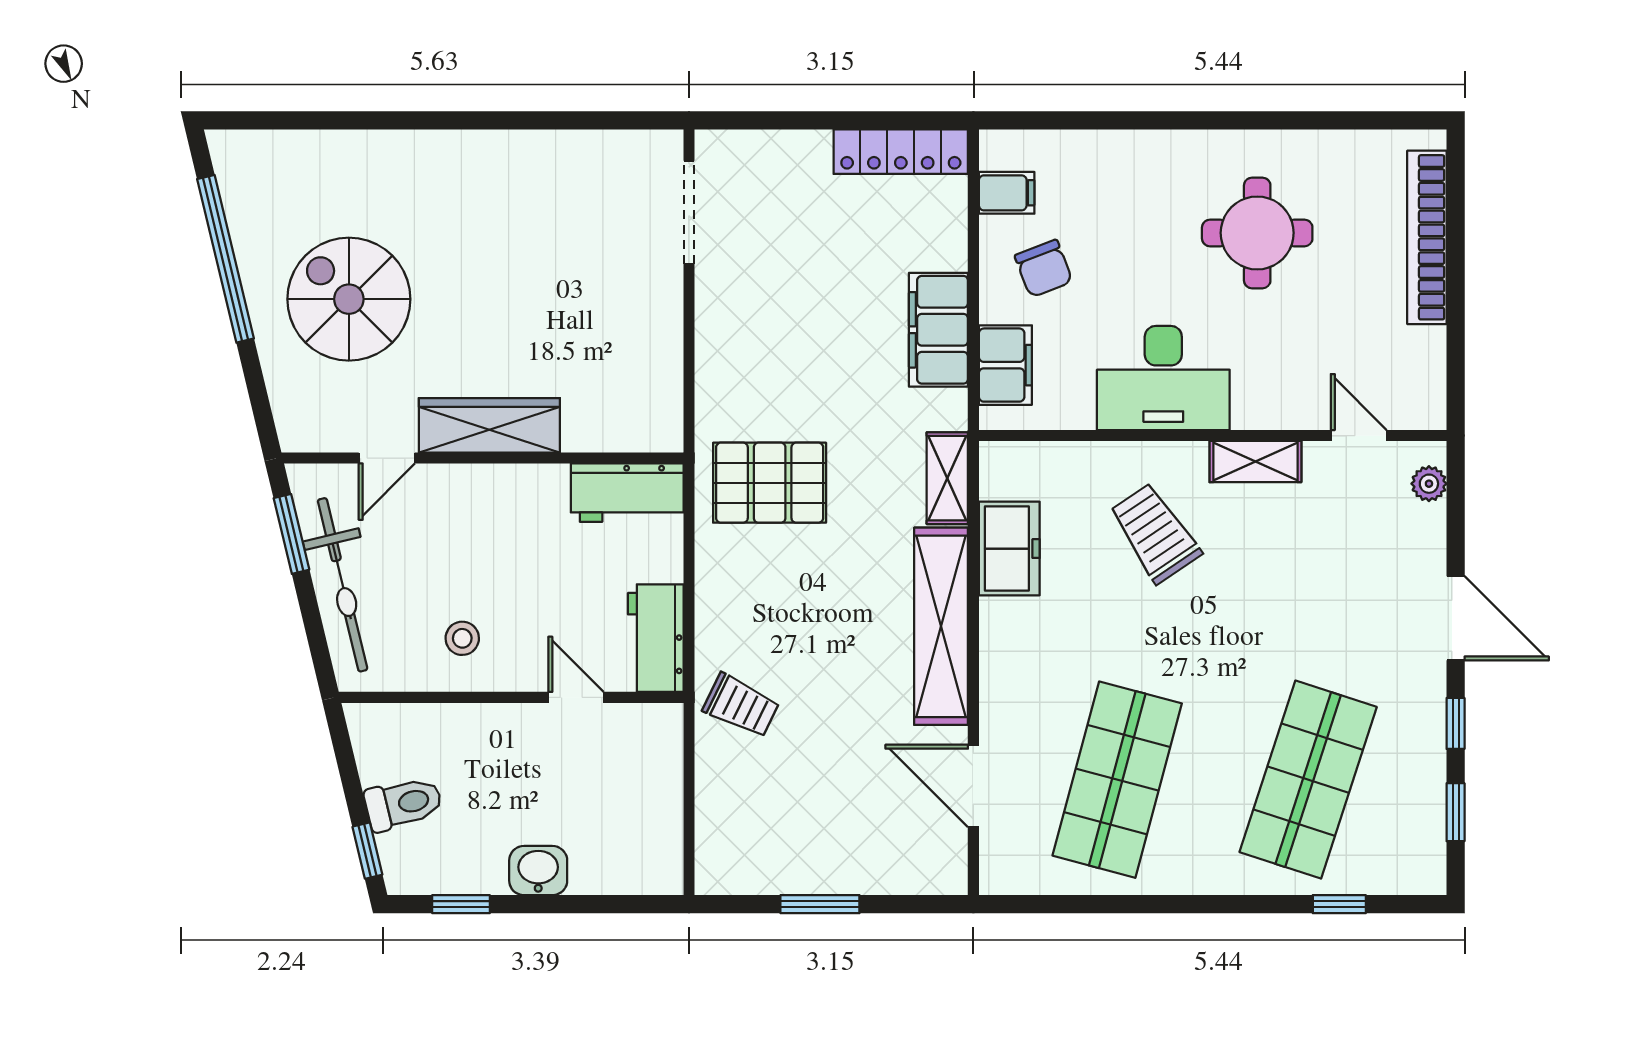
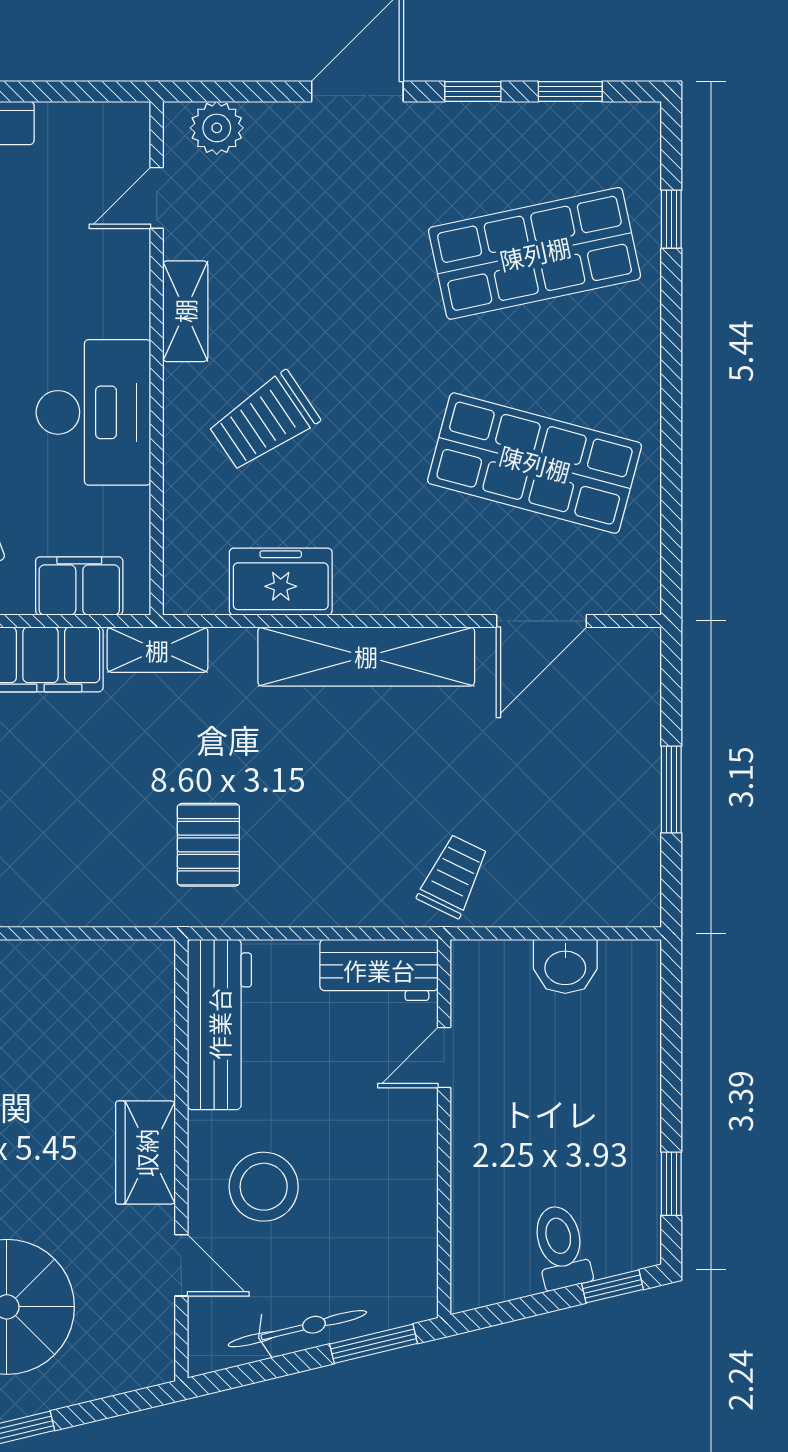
wardrobe: (489, 425) -> (146, 1153), width x0.67
shelving: (947, 478) -> (157, 650), moved
pallet: (770, 483) -> (208, 845), width x0.67, depth x0.71
plant: (1429, 484) -> (217, 128), width x1.38, depth x1.38
workbench: (627, 493) -> (219, 1024), width x1.38
window: (291, 534) -> (374, 1344), moved
bicycle: (343, 585) -> (297, 1329), width x0.73, depth x0.71
stool: (462, 638) -> (264, 1187), moved, width x1.89, depth x1.89
shop shelf: (1308, 780) -> (535, 253), turned -30
washbasin: (538, 871) -> (565, 966), moved, turned -90

